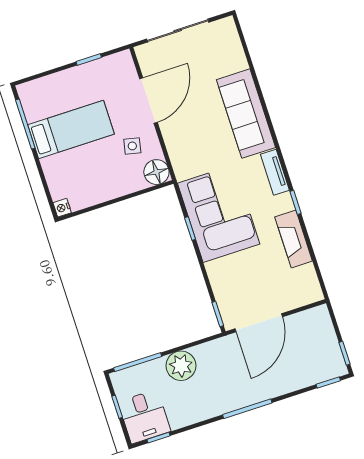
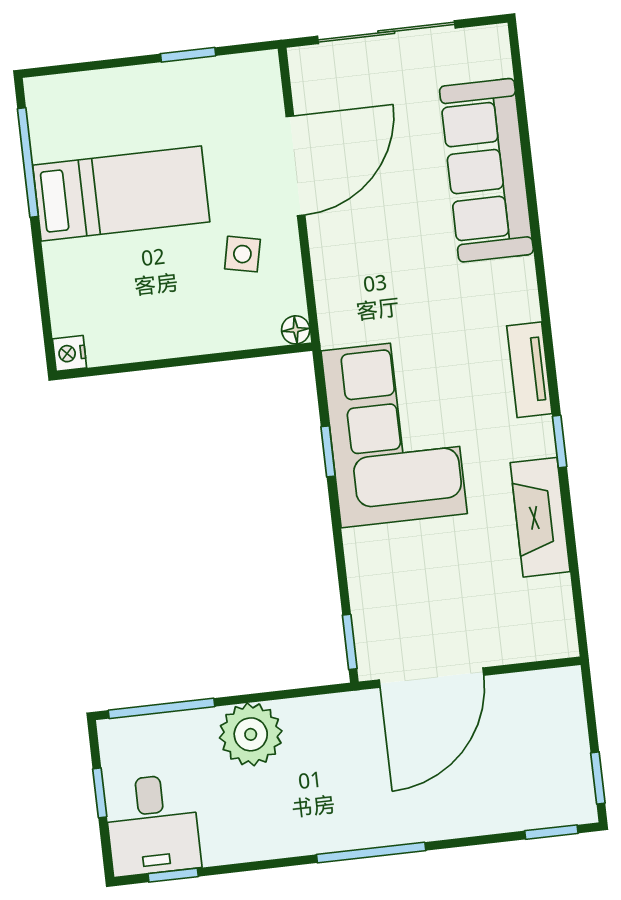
sofa: (246, 114) -> (486, 170), moved
floor lamp: (156, 172) -> (296, 330), width x0.53, depth x0.53

